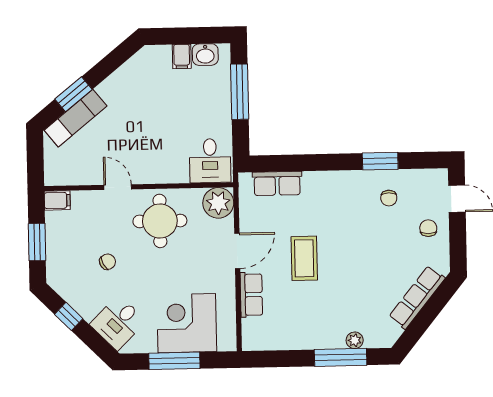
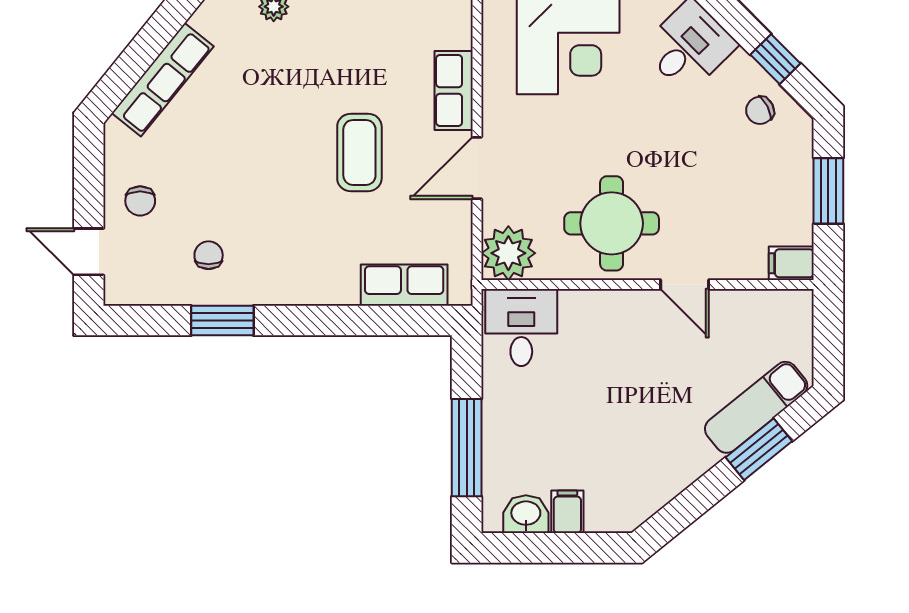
chair: (108, 262) -> (760, 110), moved

